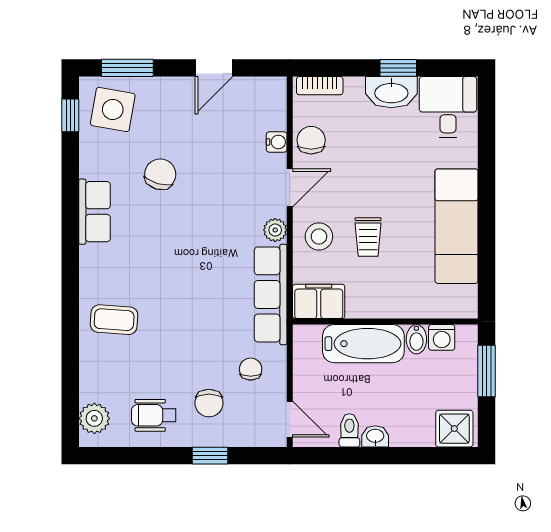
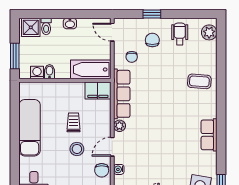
chair: (160, 174) -> (176, 153), removed
stool: (319, 237) -> (77, 149), moved
bathtub: (363, 344) -> (91, 69), moved
wheelchair: (154, 415) -> (180, 34), turned -90
toilet: (349, 430) -> (46, 27), moved

